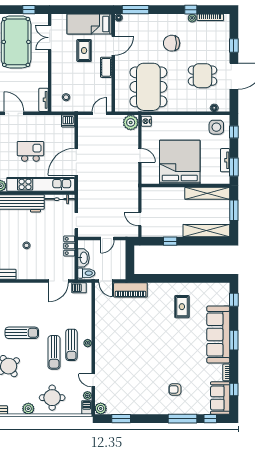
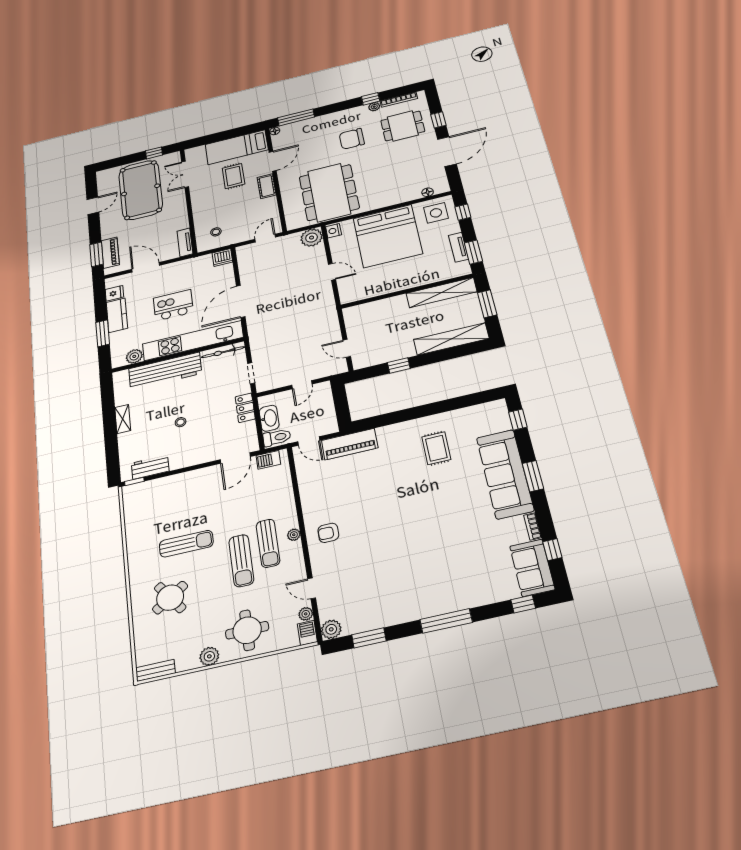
dining table: (202, 76) -> (403, 126), moved
bed: (180, 162) -> (388, 236), moved, turned 180
armchair: (175, 389) -> (328, 533), moved
window: (183, 419) -> (446, 621), moved

